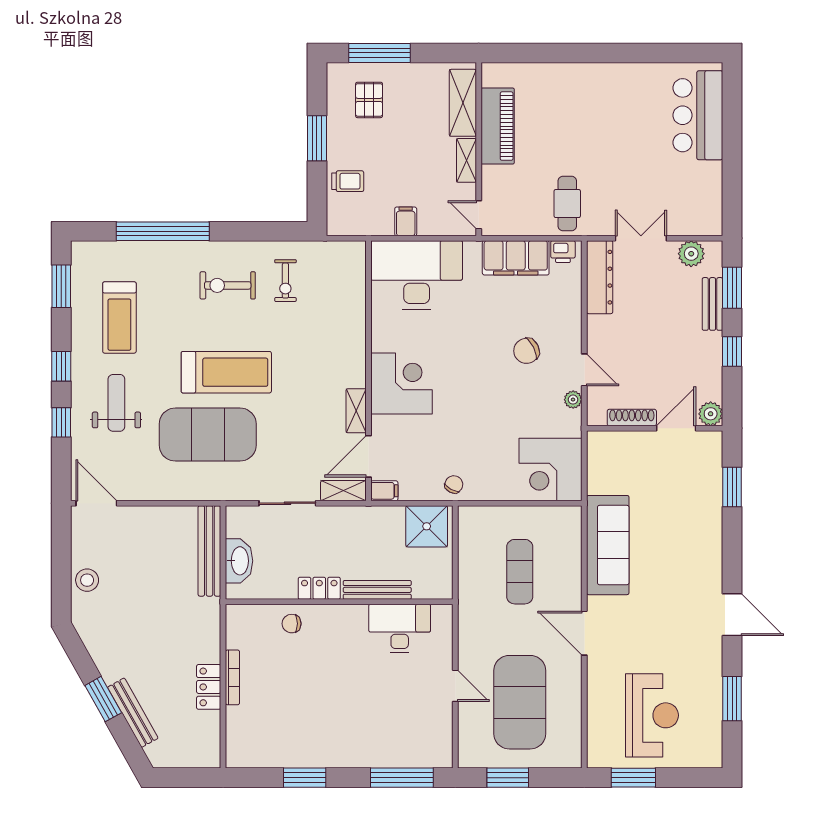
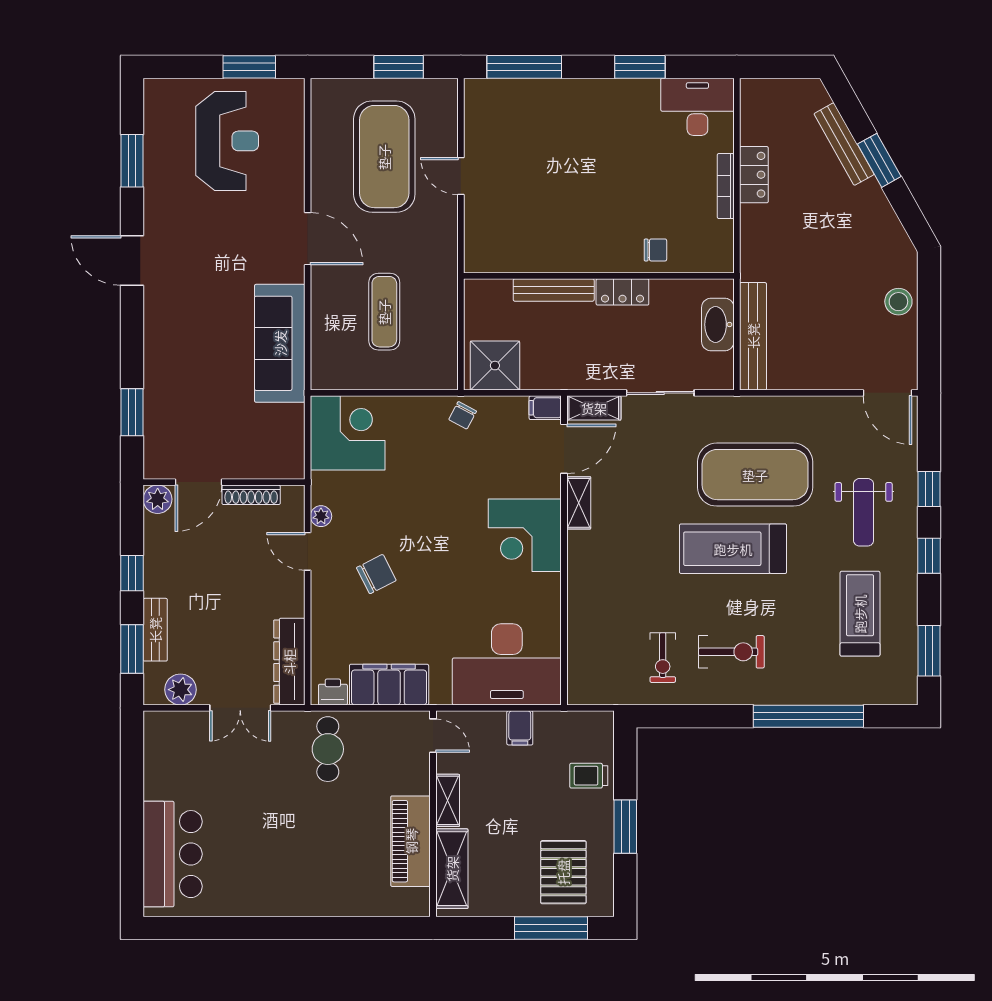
pallet: (369, 100) -> (563, 872), width x1.50, depth x1.42
exercise bike: (285, 281) -> (663, 658), turned 180
desk: (400, 628) -> (697, 107), moved, turned 180
reception desk: (652, 715) -> (227, 141), turned 180

